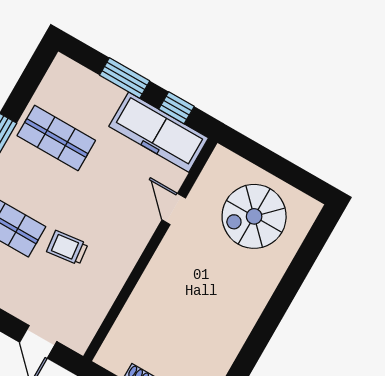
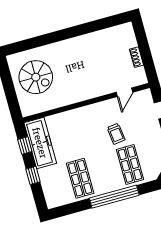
window: (125, 78) -> (33, 175), width x0.67
door: (174, 209) -> (124, 92), moved

